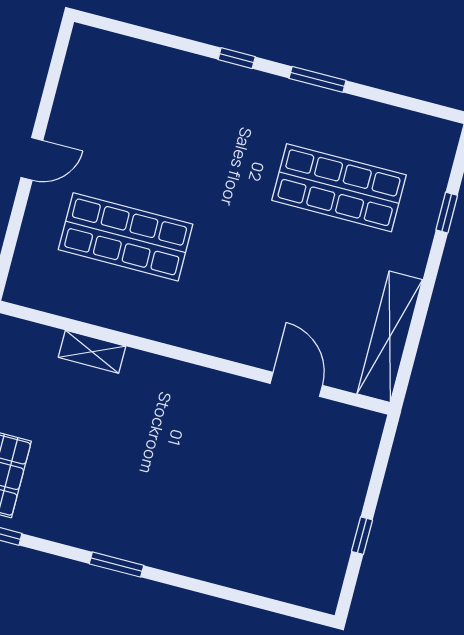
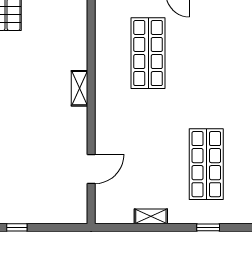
shelving: (390, 337) -> (151, 216), width x0.45, depth x0.75
shelving: (92, 352) -> (80, 88), moved

